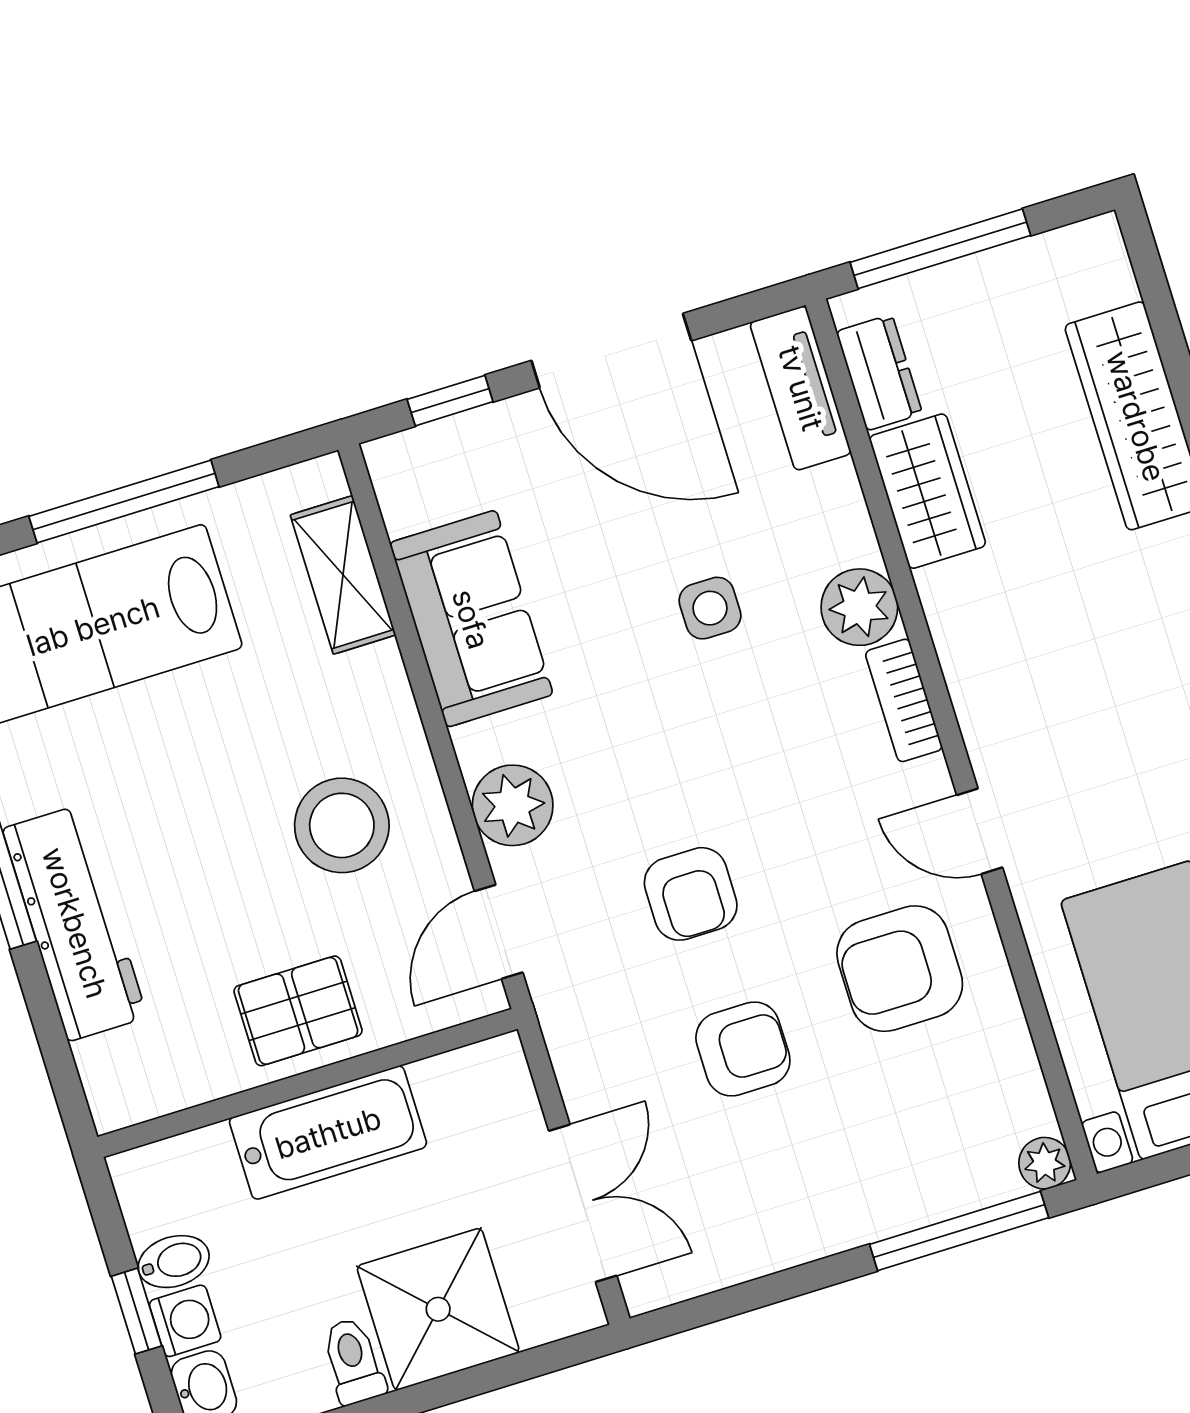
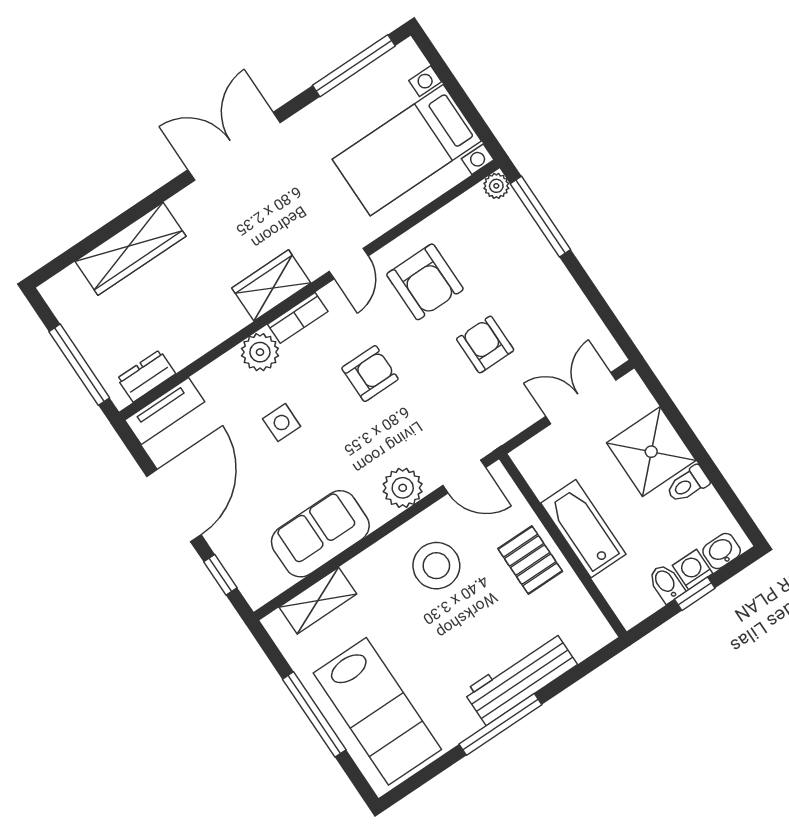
wardrobe: (928, 491) -> (271, 285), moved
armchair: (691, 894) -> (370, 374), moved

